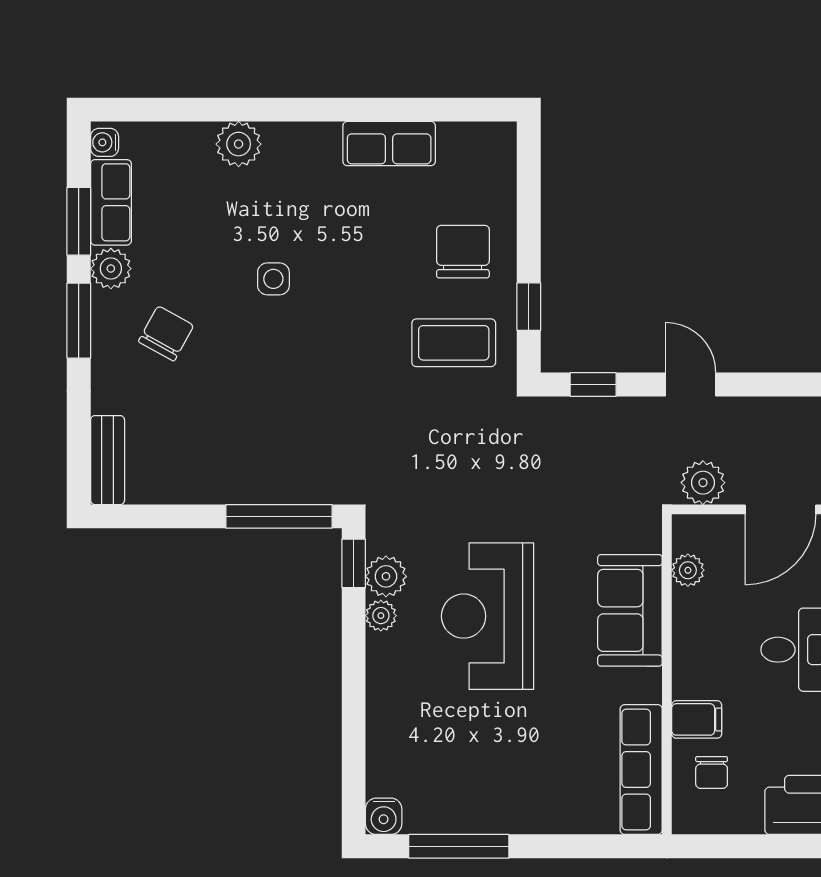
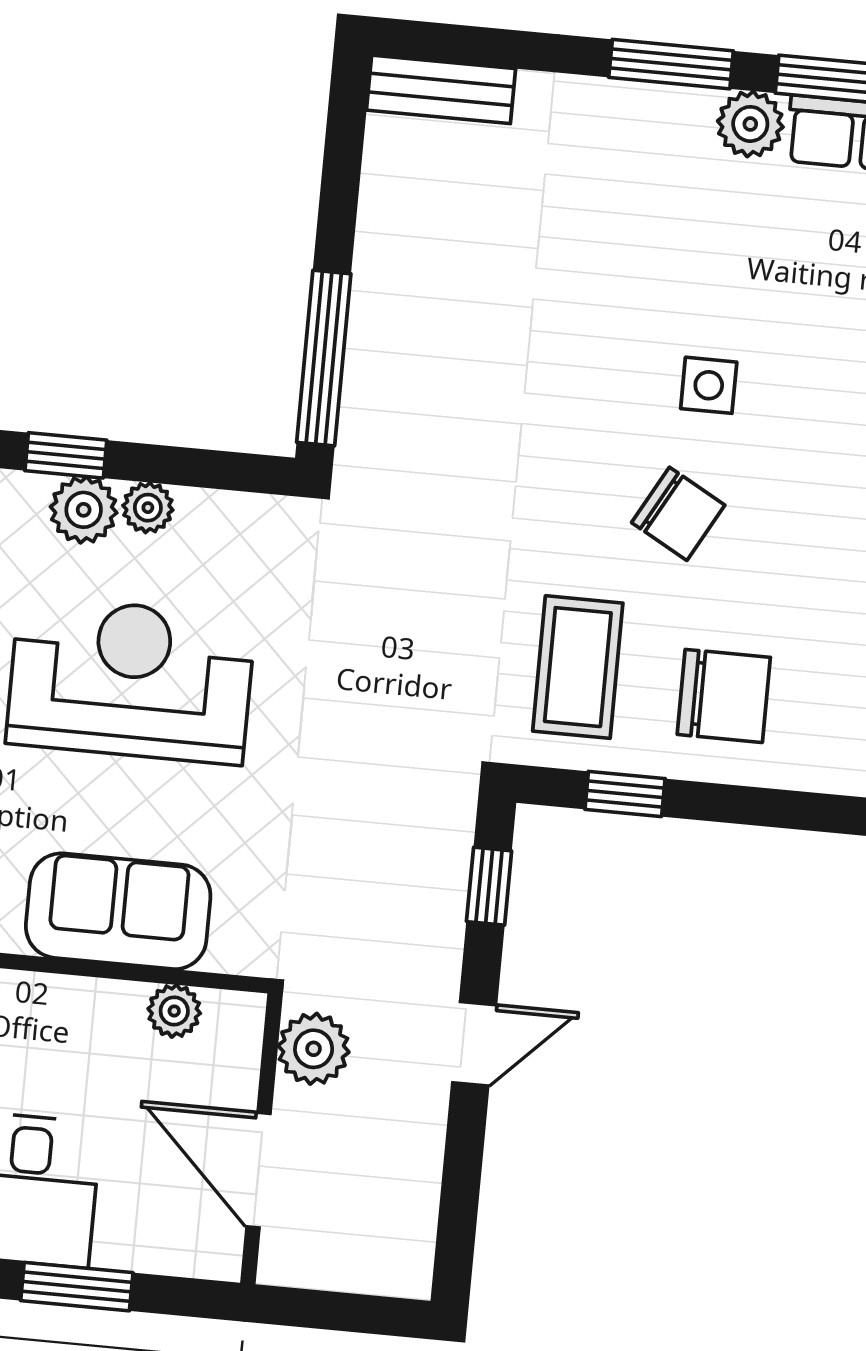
chair: (166, 333) -> (678, 514), moved
window: (354, 563) -> (66, 455), moved
plant: (386, 576) -> (84, 510), moved

